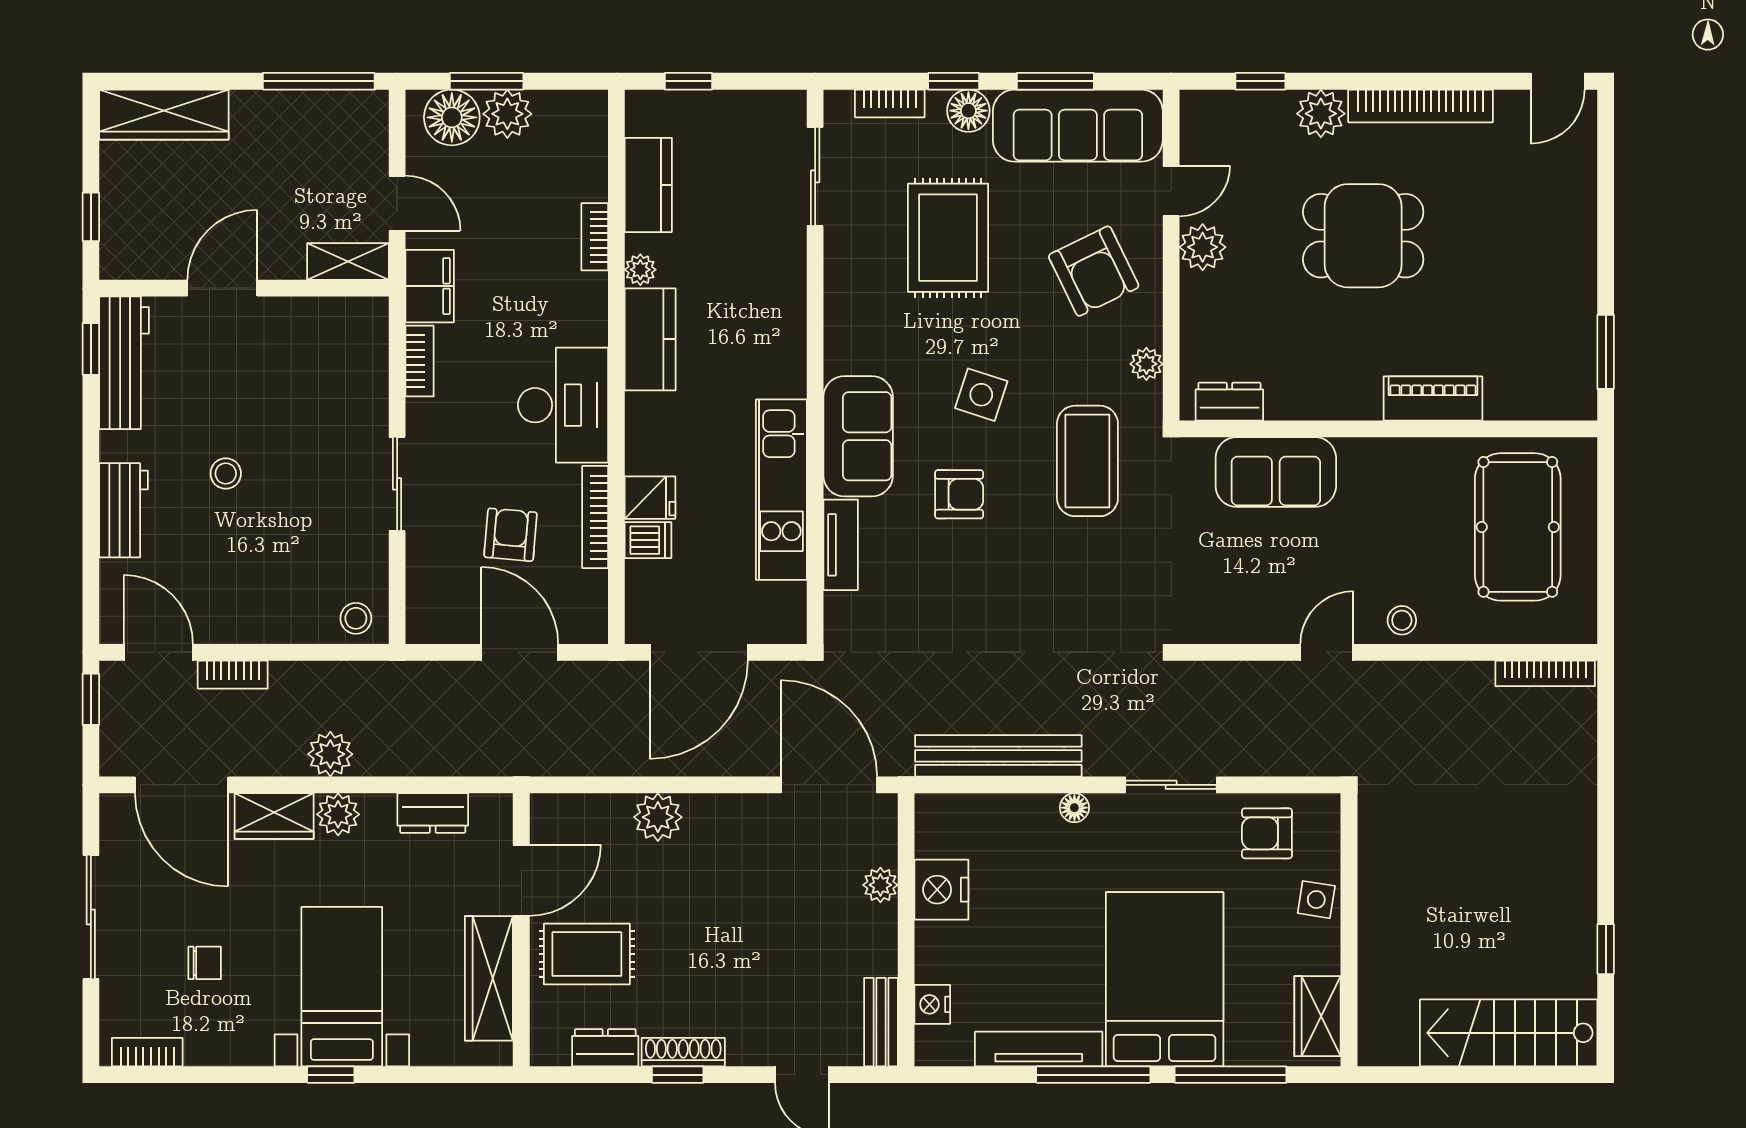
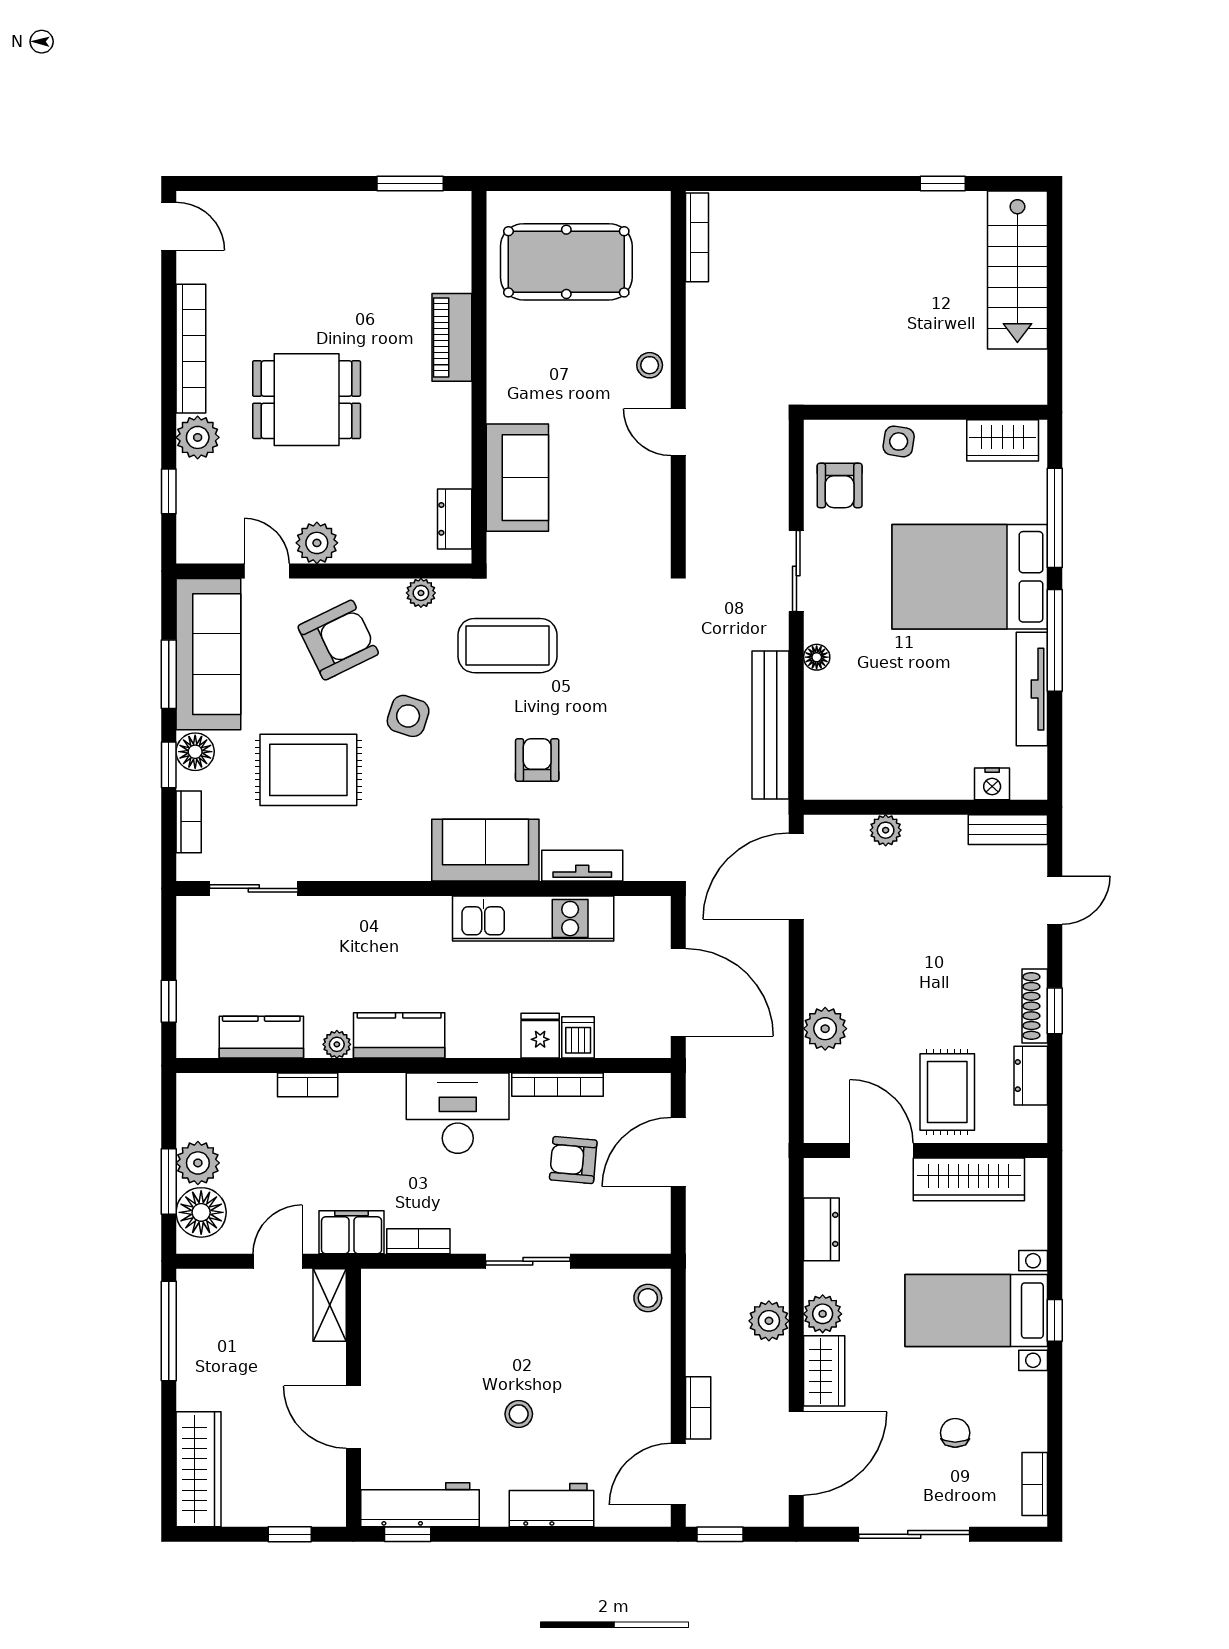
dining table: (1363, 236) -> (307, 400), turned 90
side table: (981, 395) -> (408, 716), moved
nightstand: (941, 890) -> (890, 776), removed

